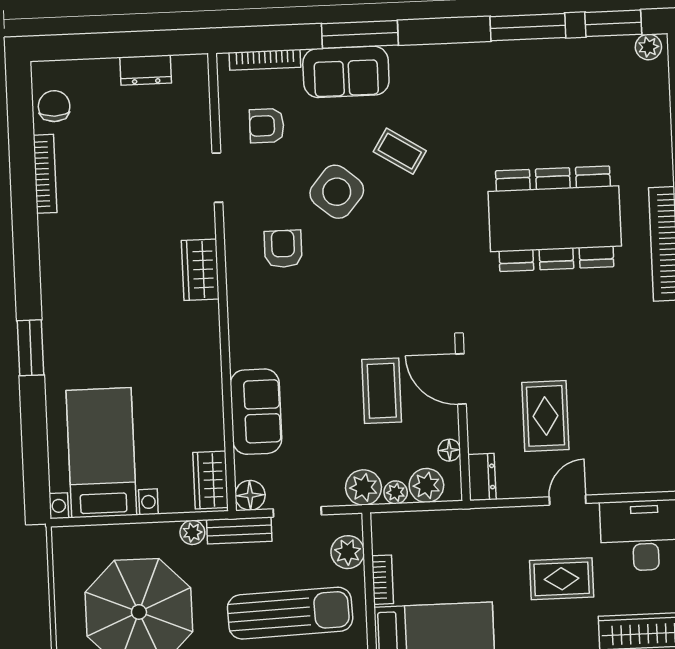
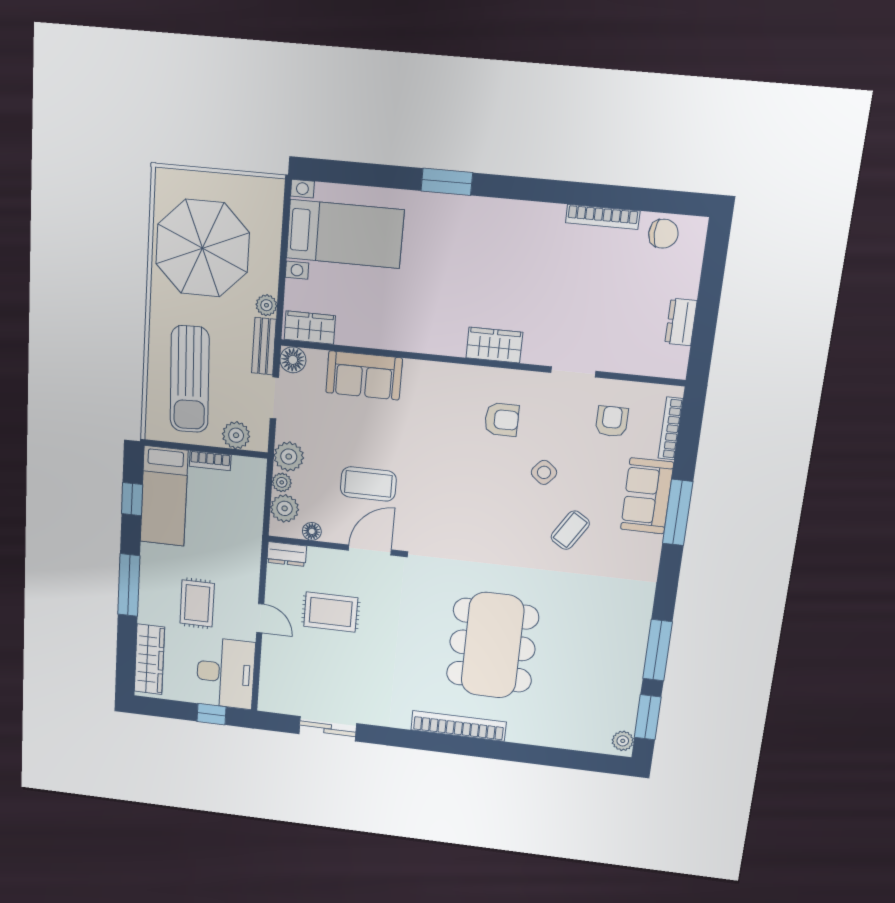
side table: (337, 192) -> (544, 472), width x0.54, depth x0.54

